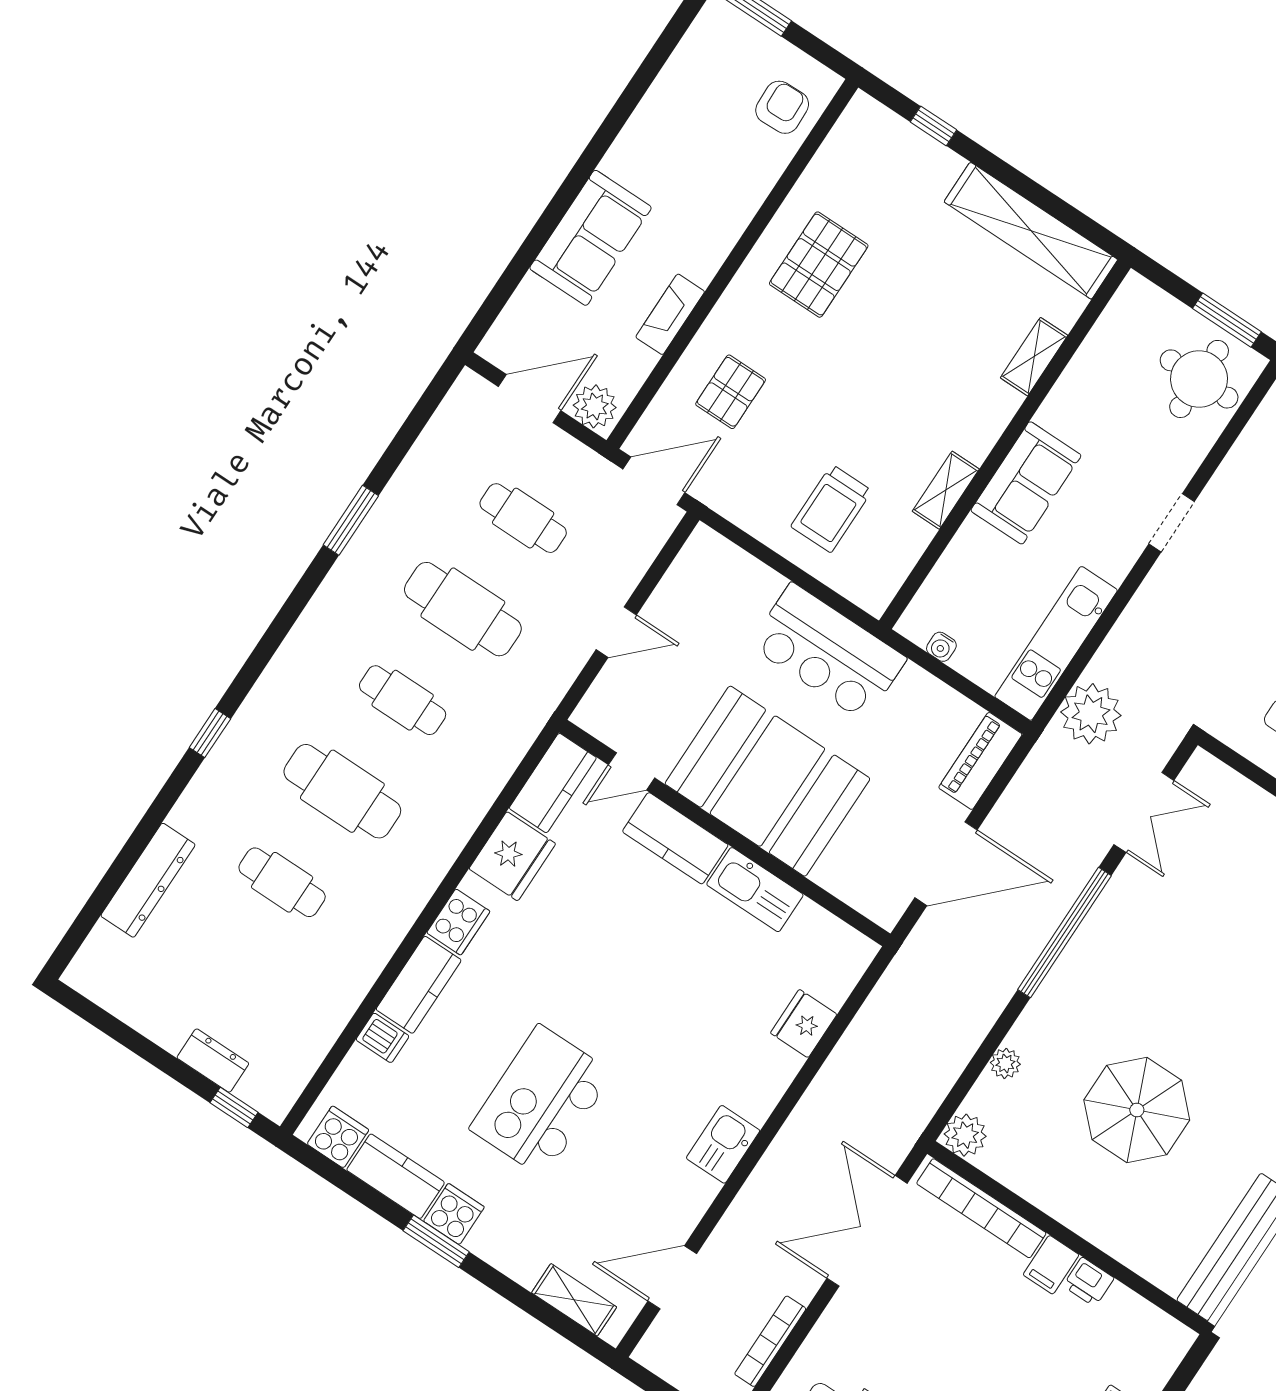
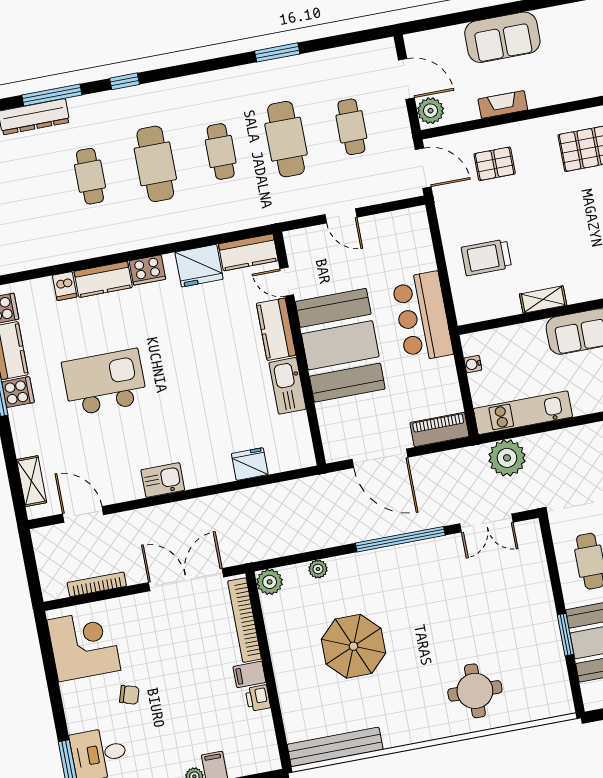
window: (143, 834) -> (52, 95), added

